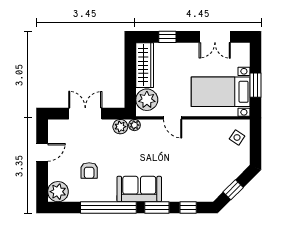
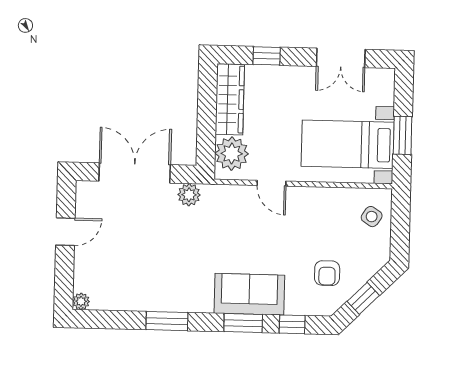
double door: (85, 114) -> (135, 173), width x1.37
plant: (134, 125) -> (211, 193), removed
armchair: (89, 171) -> (327, 273), moved
sofa: (139, 189) -> (249, 294), moved
plant: (58, 192) -> (81, 301), width x0.53, depth x0.53
window: (108, 208) -> (167, 321), width x0.47

